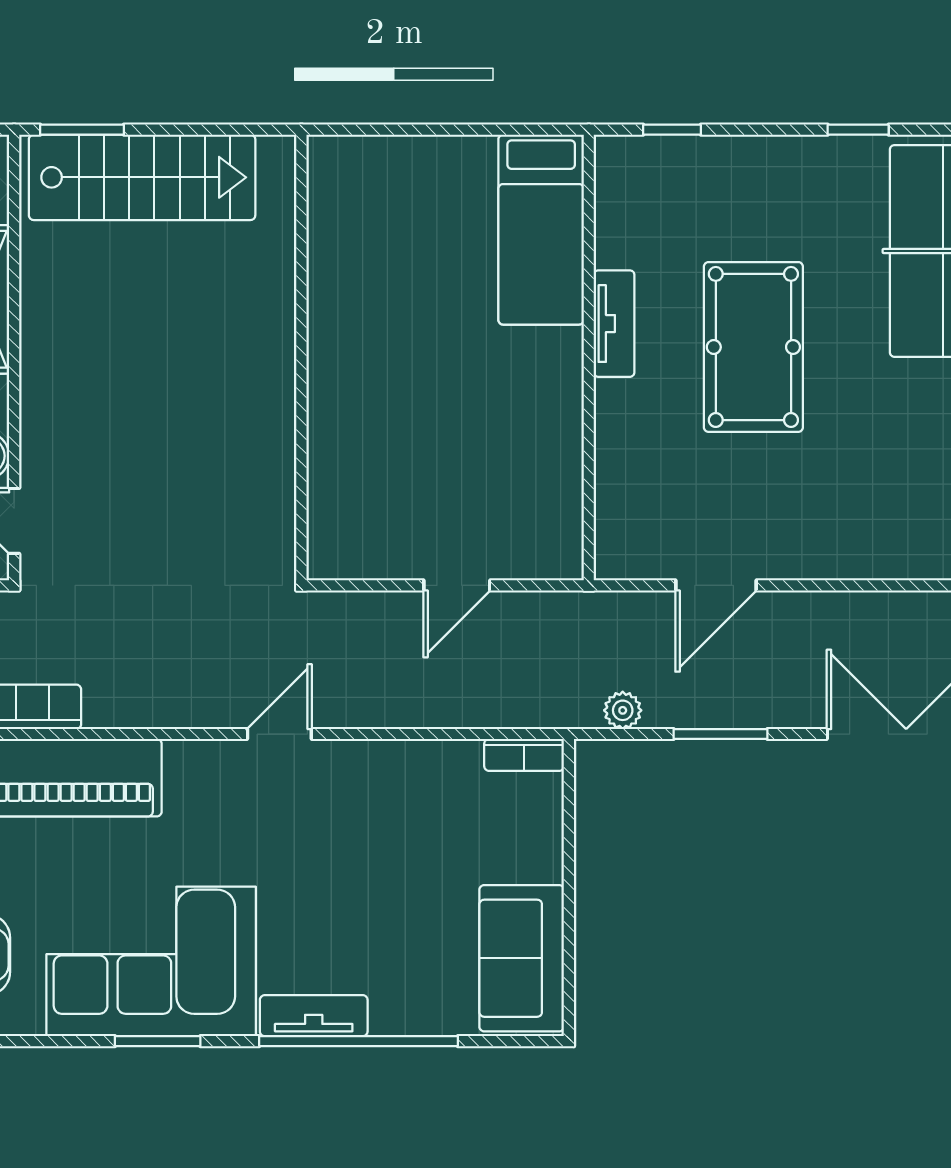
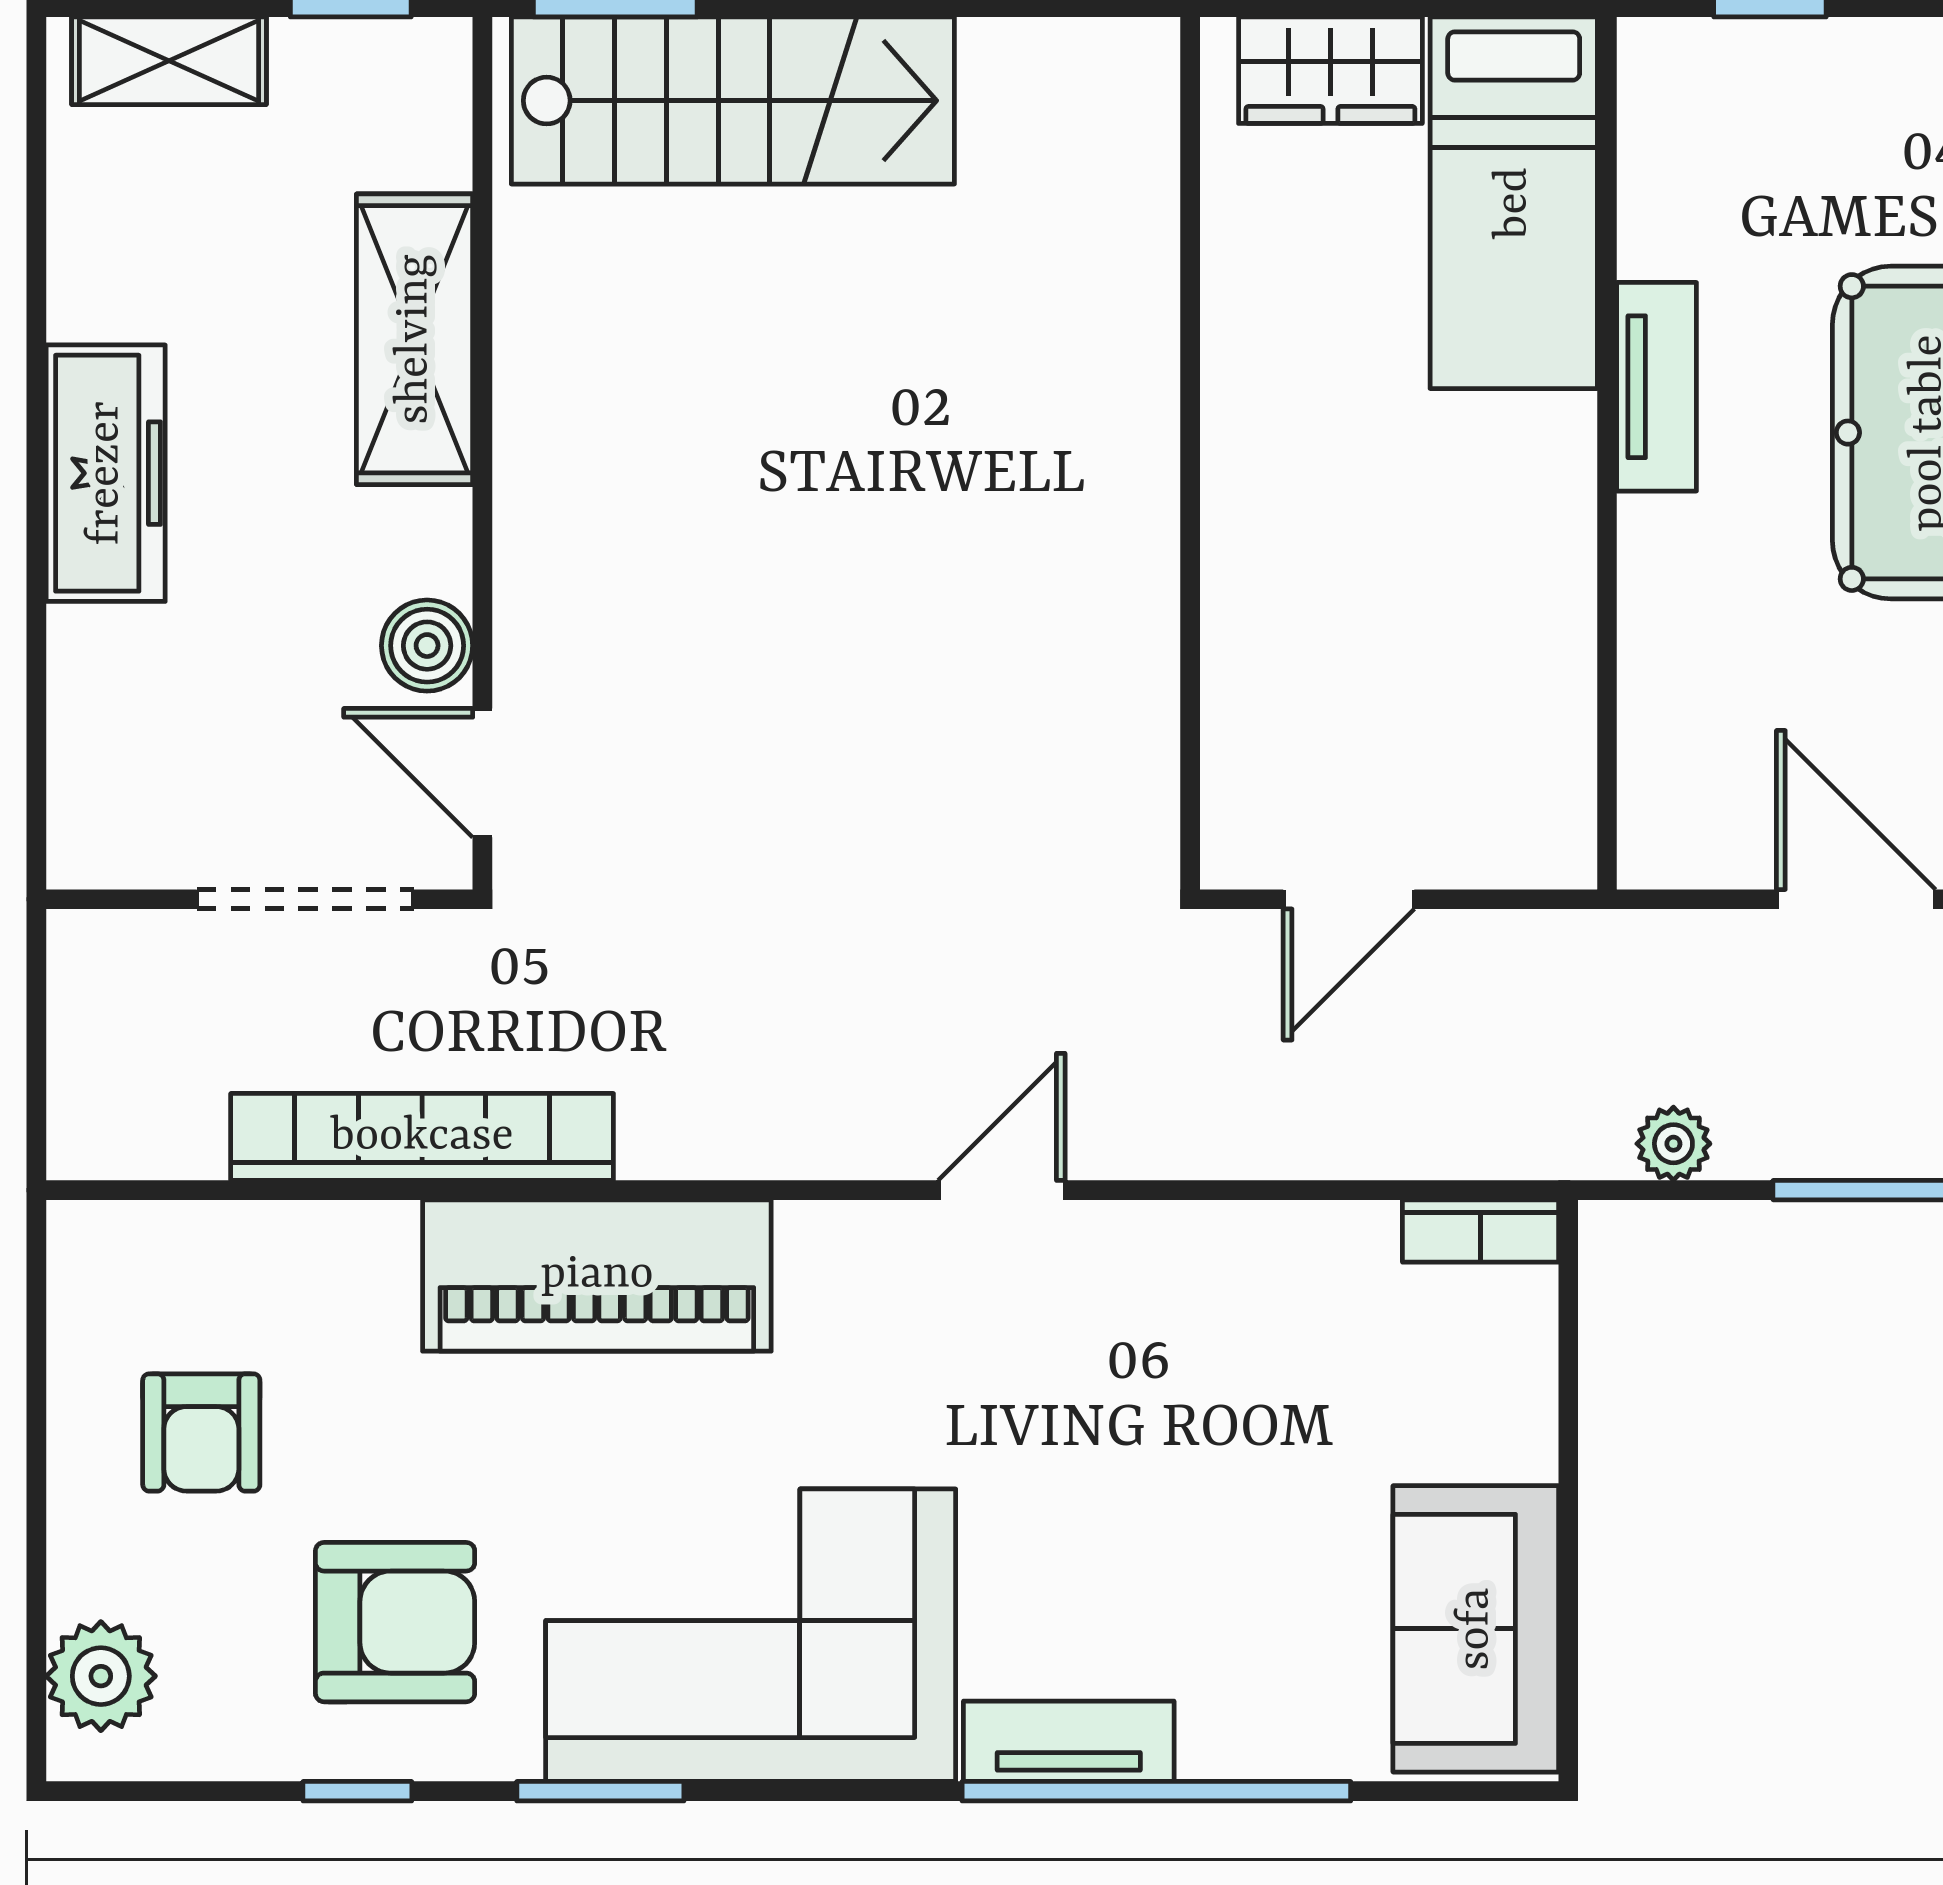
wardrobe: (447, 162) -> (1330, 70), added
wall: (301, 358) -> (1190, 453), moved
door: (716, 585) -> (1856, 899), swing flipped
window: (158, 1041) -> (600, 1791), moved

